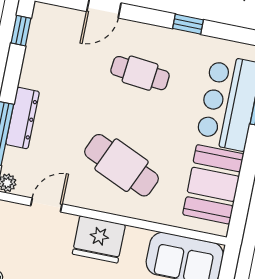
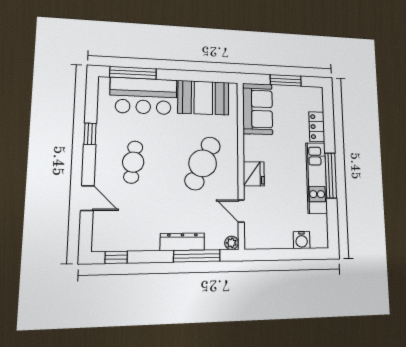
fridge: (99, 239) -> (254, 174), width x0.73, depth x0.75

